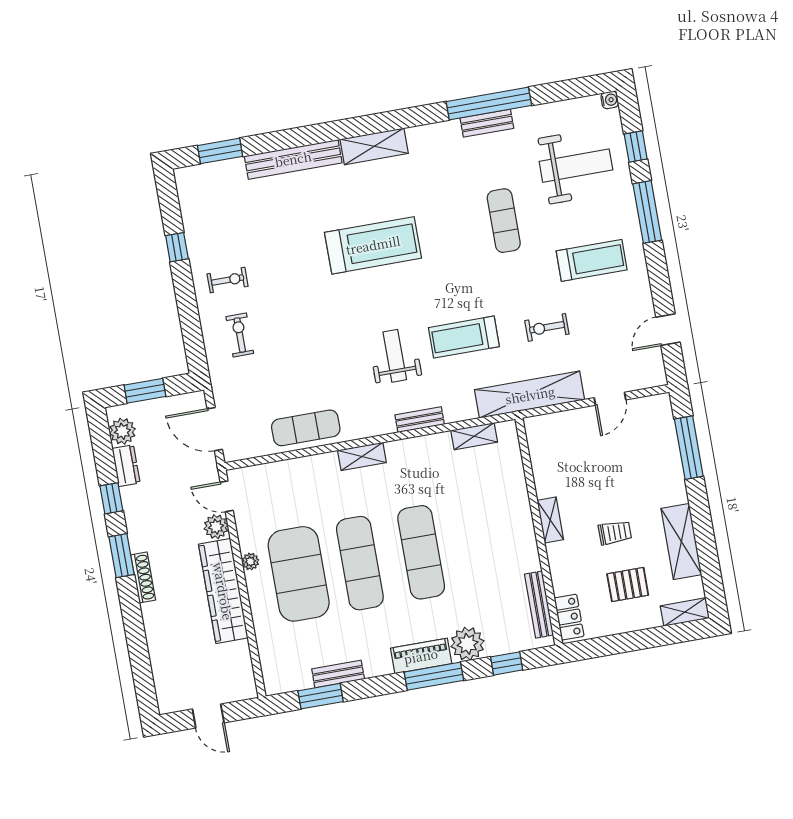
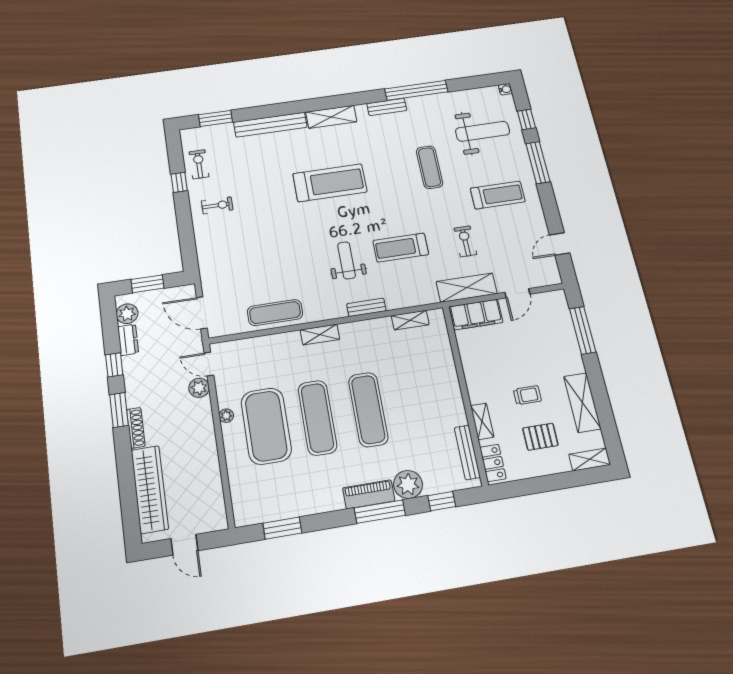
bench: (487, 123) -> (387, 107), moved
exercise bike: (547, 327) -> (465, 241), turned 90
exercise bike: (240, 335) -> (199, 164), moved
shelving: (530, 395) -> (467, 288), width x0.68
filing cabinet: (557, 428) -> (476, 315), added
shelving: (550, 520) -> (482, 421), moved
wardrobe: (223, 591) -> (150, 489), moved, turned 180
bench: (338, 674) -> (298, 509), removed

